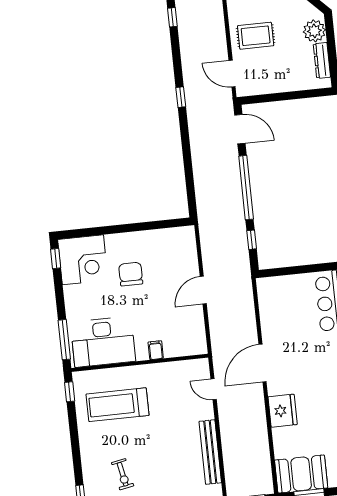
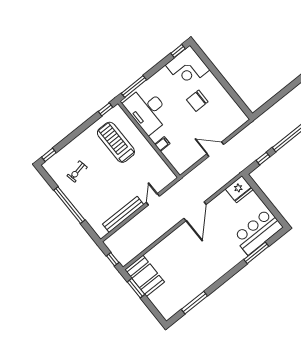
chair: (131, 274) -> (197, 101), turned 180
door: (262, 363) -> (195, 211), swing flipped
door: (214, 389) -> (153, 199), moved
fridge: (283, 411) -> (239, 189), moved

